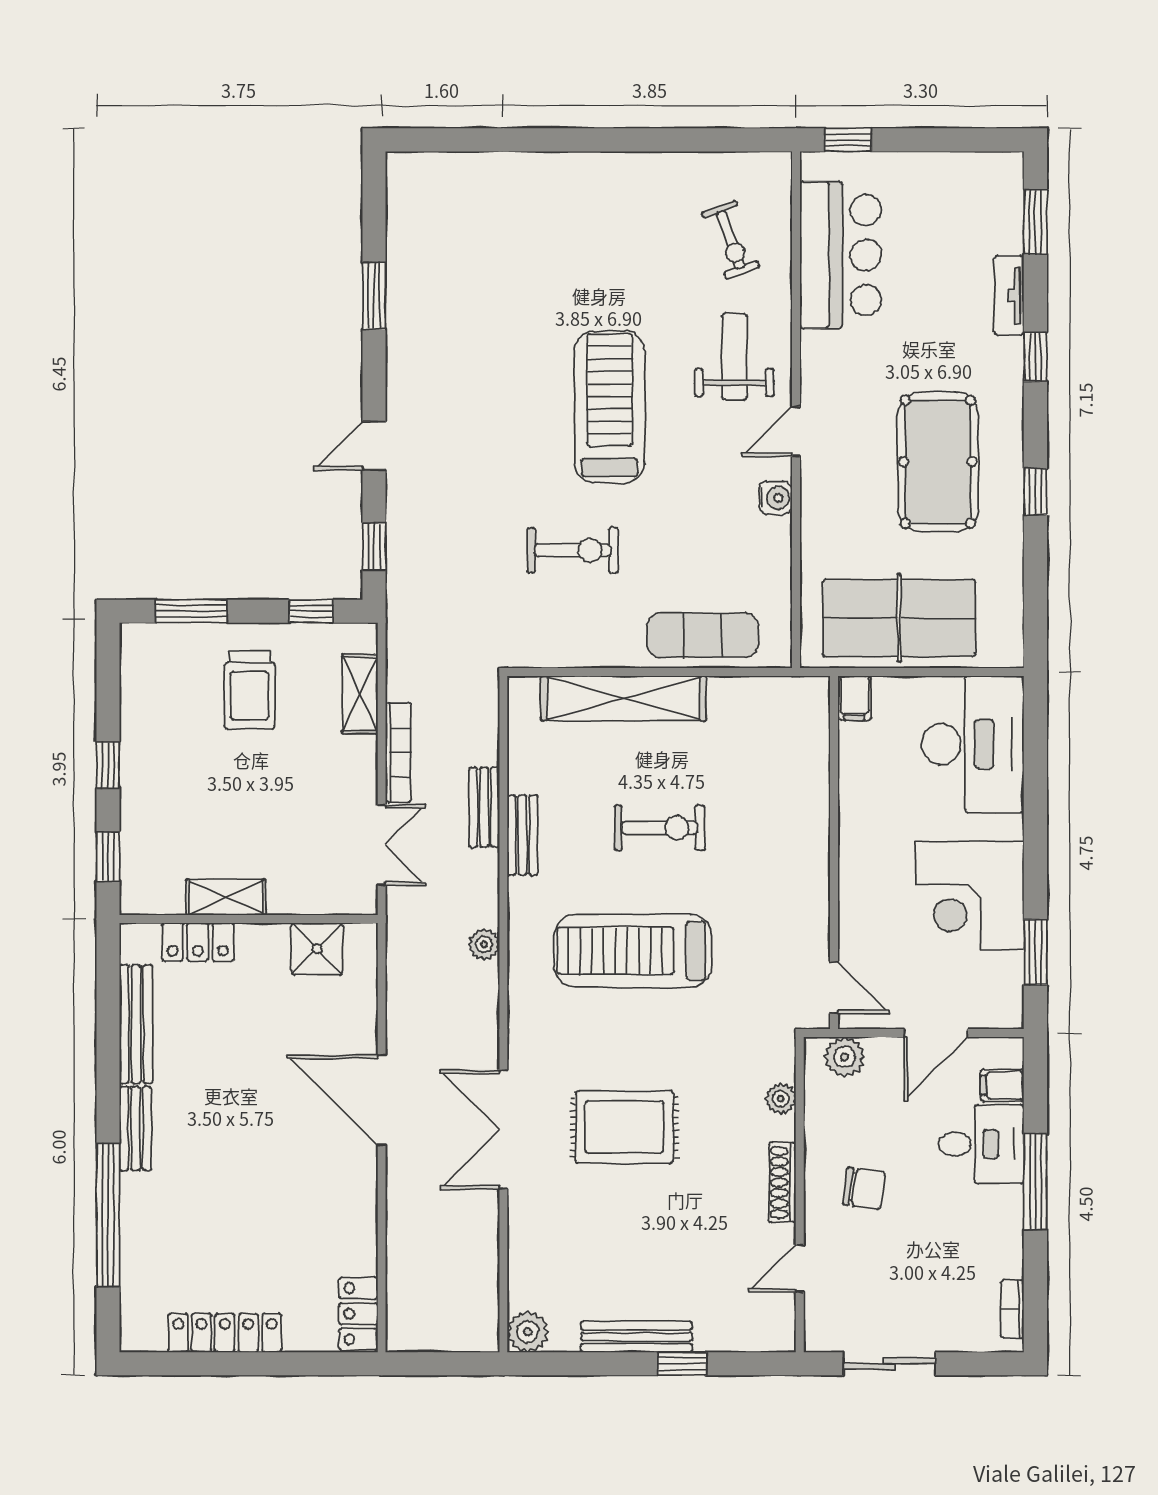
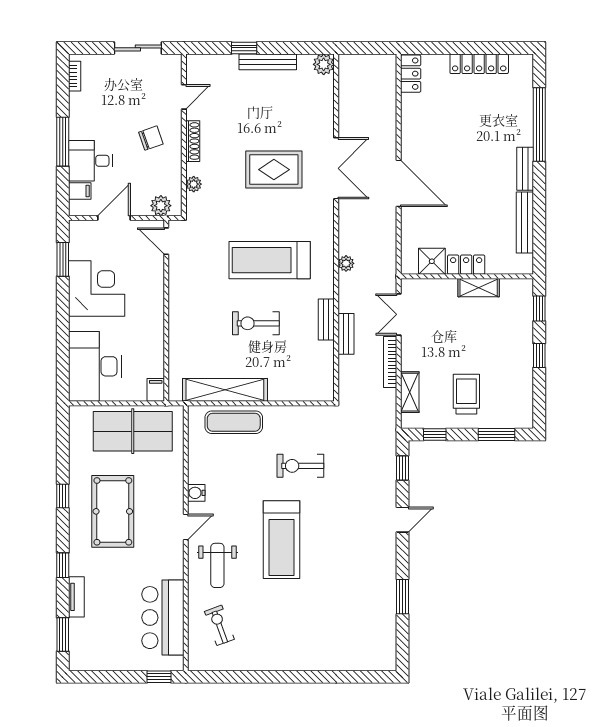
shelving: (624, 698) -> (225, 390), moved
locker: (198, 942) -> (466, 265), moved
treadmill: (633, 951) -> (270, 260), turned 180
chair: (864, 1188) -> (151, 138), turned 153

